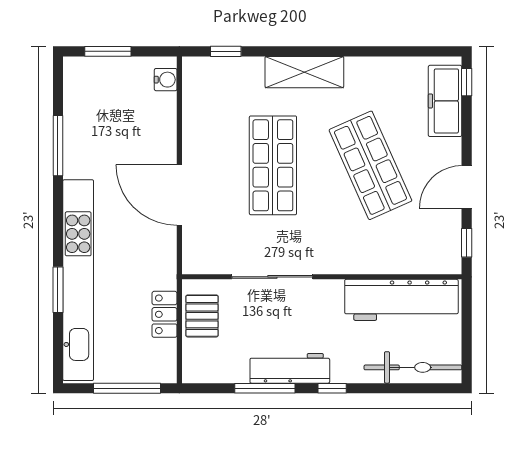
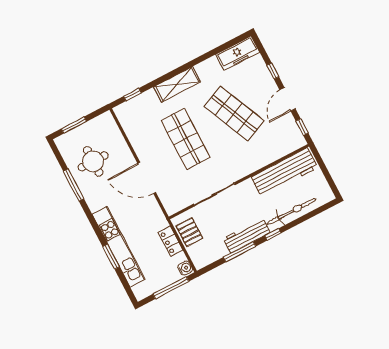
water cooler: (166, 80) -> (185, 268), moved
window: (467, 82) -> (273, 71), moved
freezer: (445, 101) -> (238, 53), moved, turned -90
round table: (108, 124) -> (93, 161), added
kitchen unit: (78, 280) -> (119, 247), width x0.73
bicycle: (413, 367) -> (292, 211), moved

